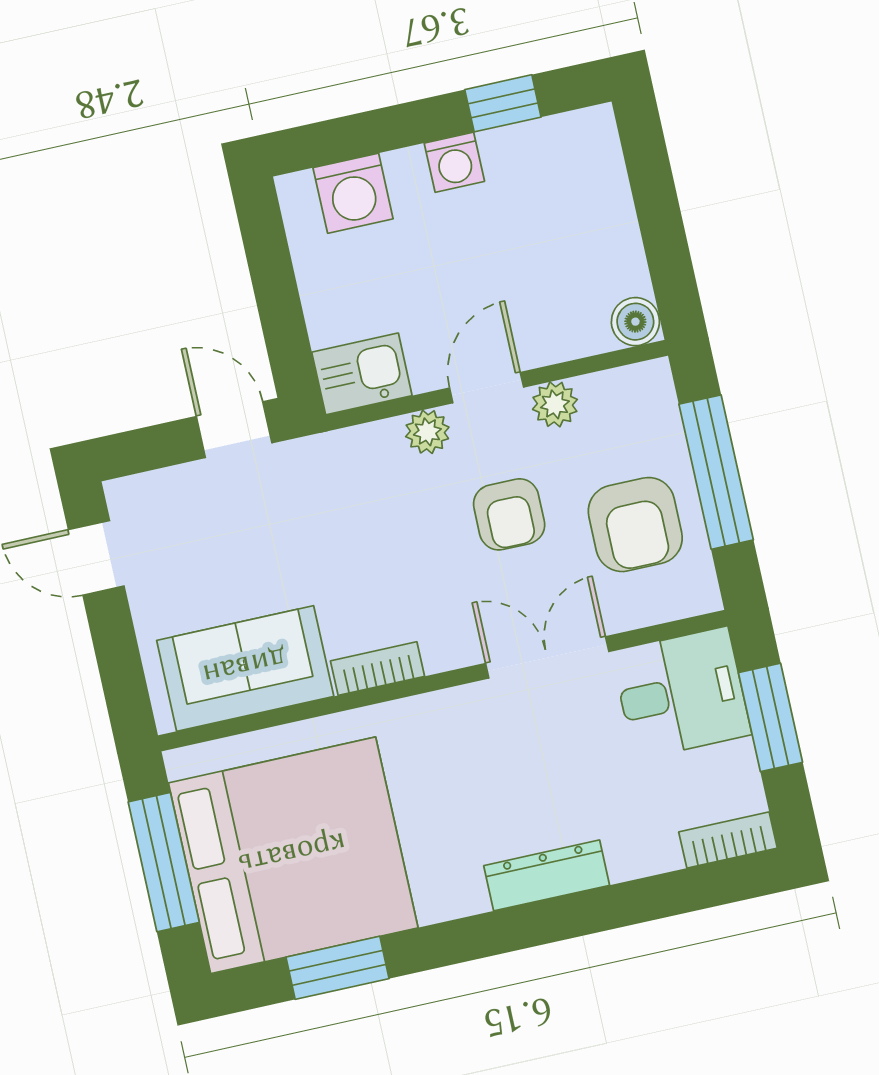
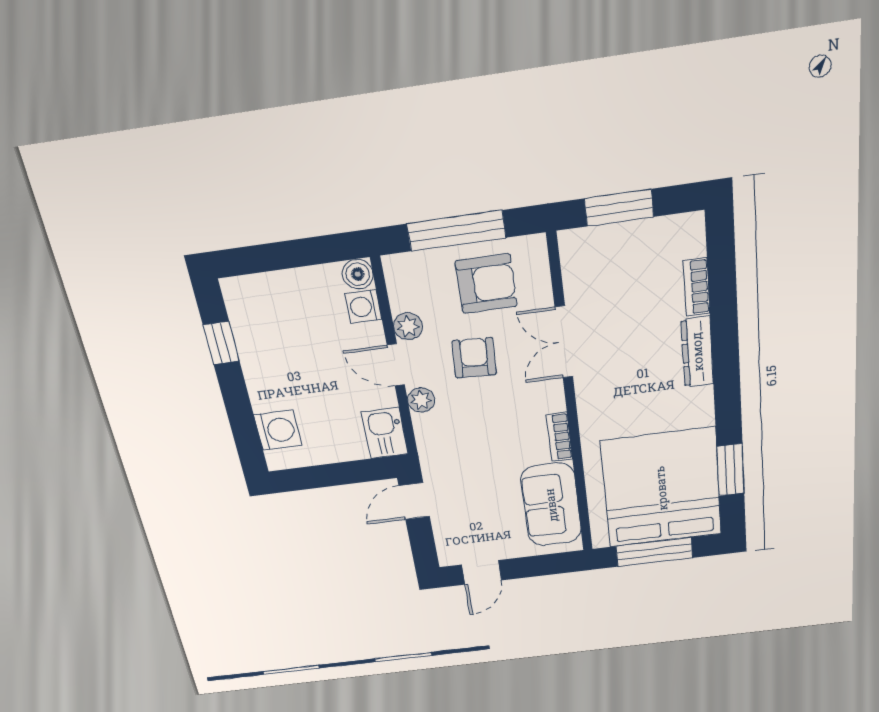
washing machine: (454, 162) -> (363, 306), moved, turned 180
armchair: (509, 514) -> (474, 358), turned -87
desk: (681, 693) -> (596, 263), removed
bookcase: (728, 840) -> (697, 287), moved

